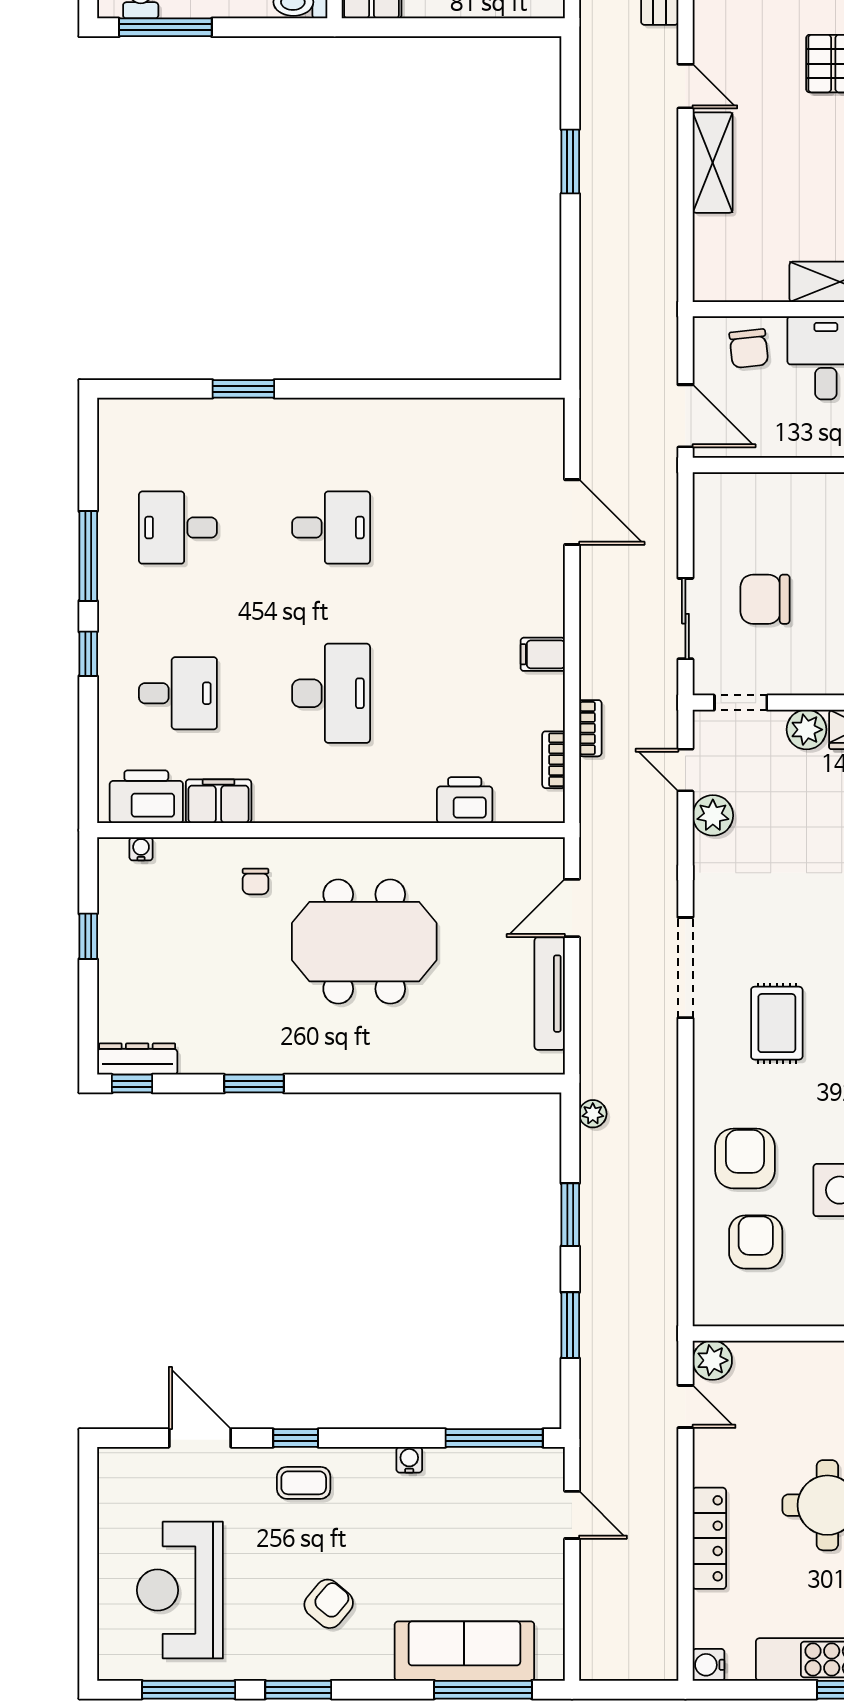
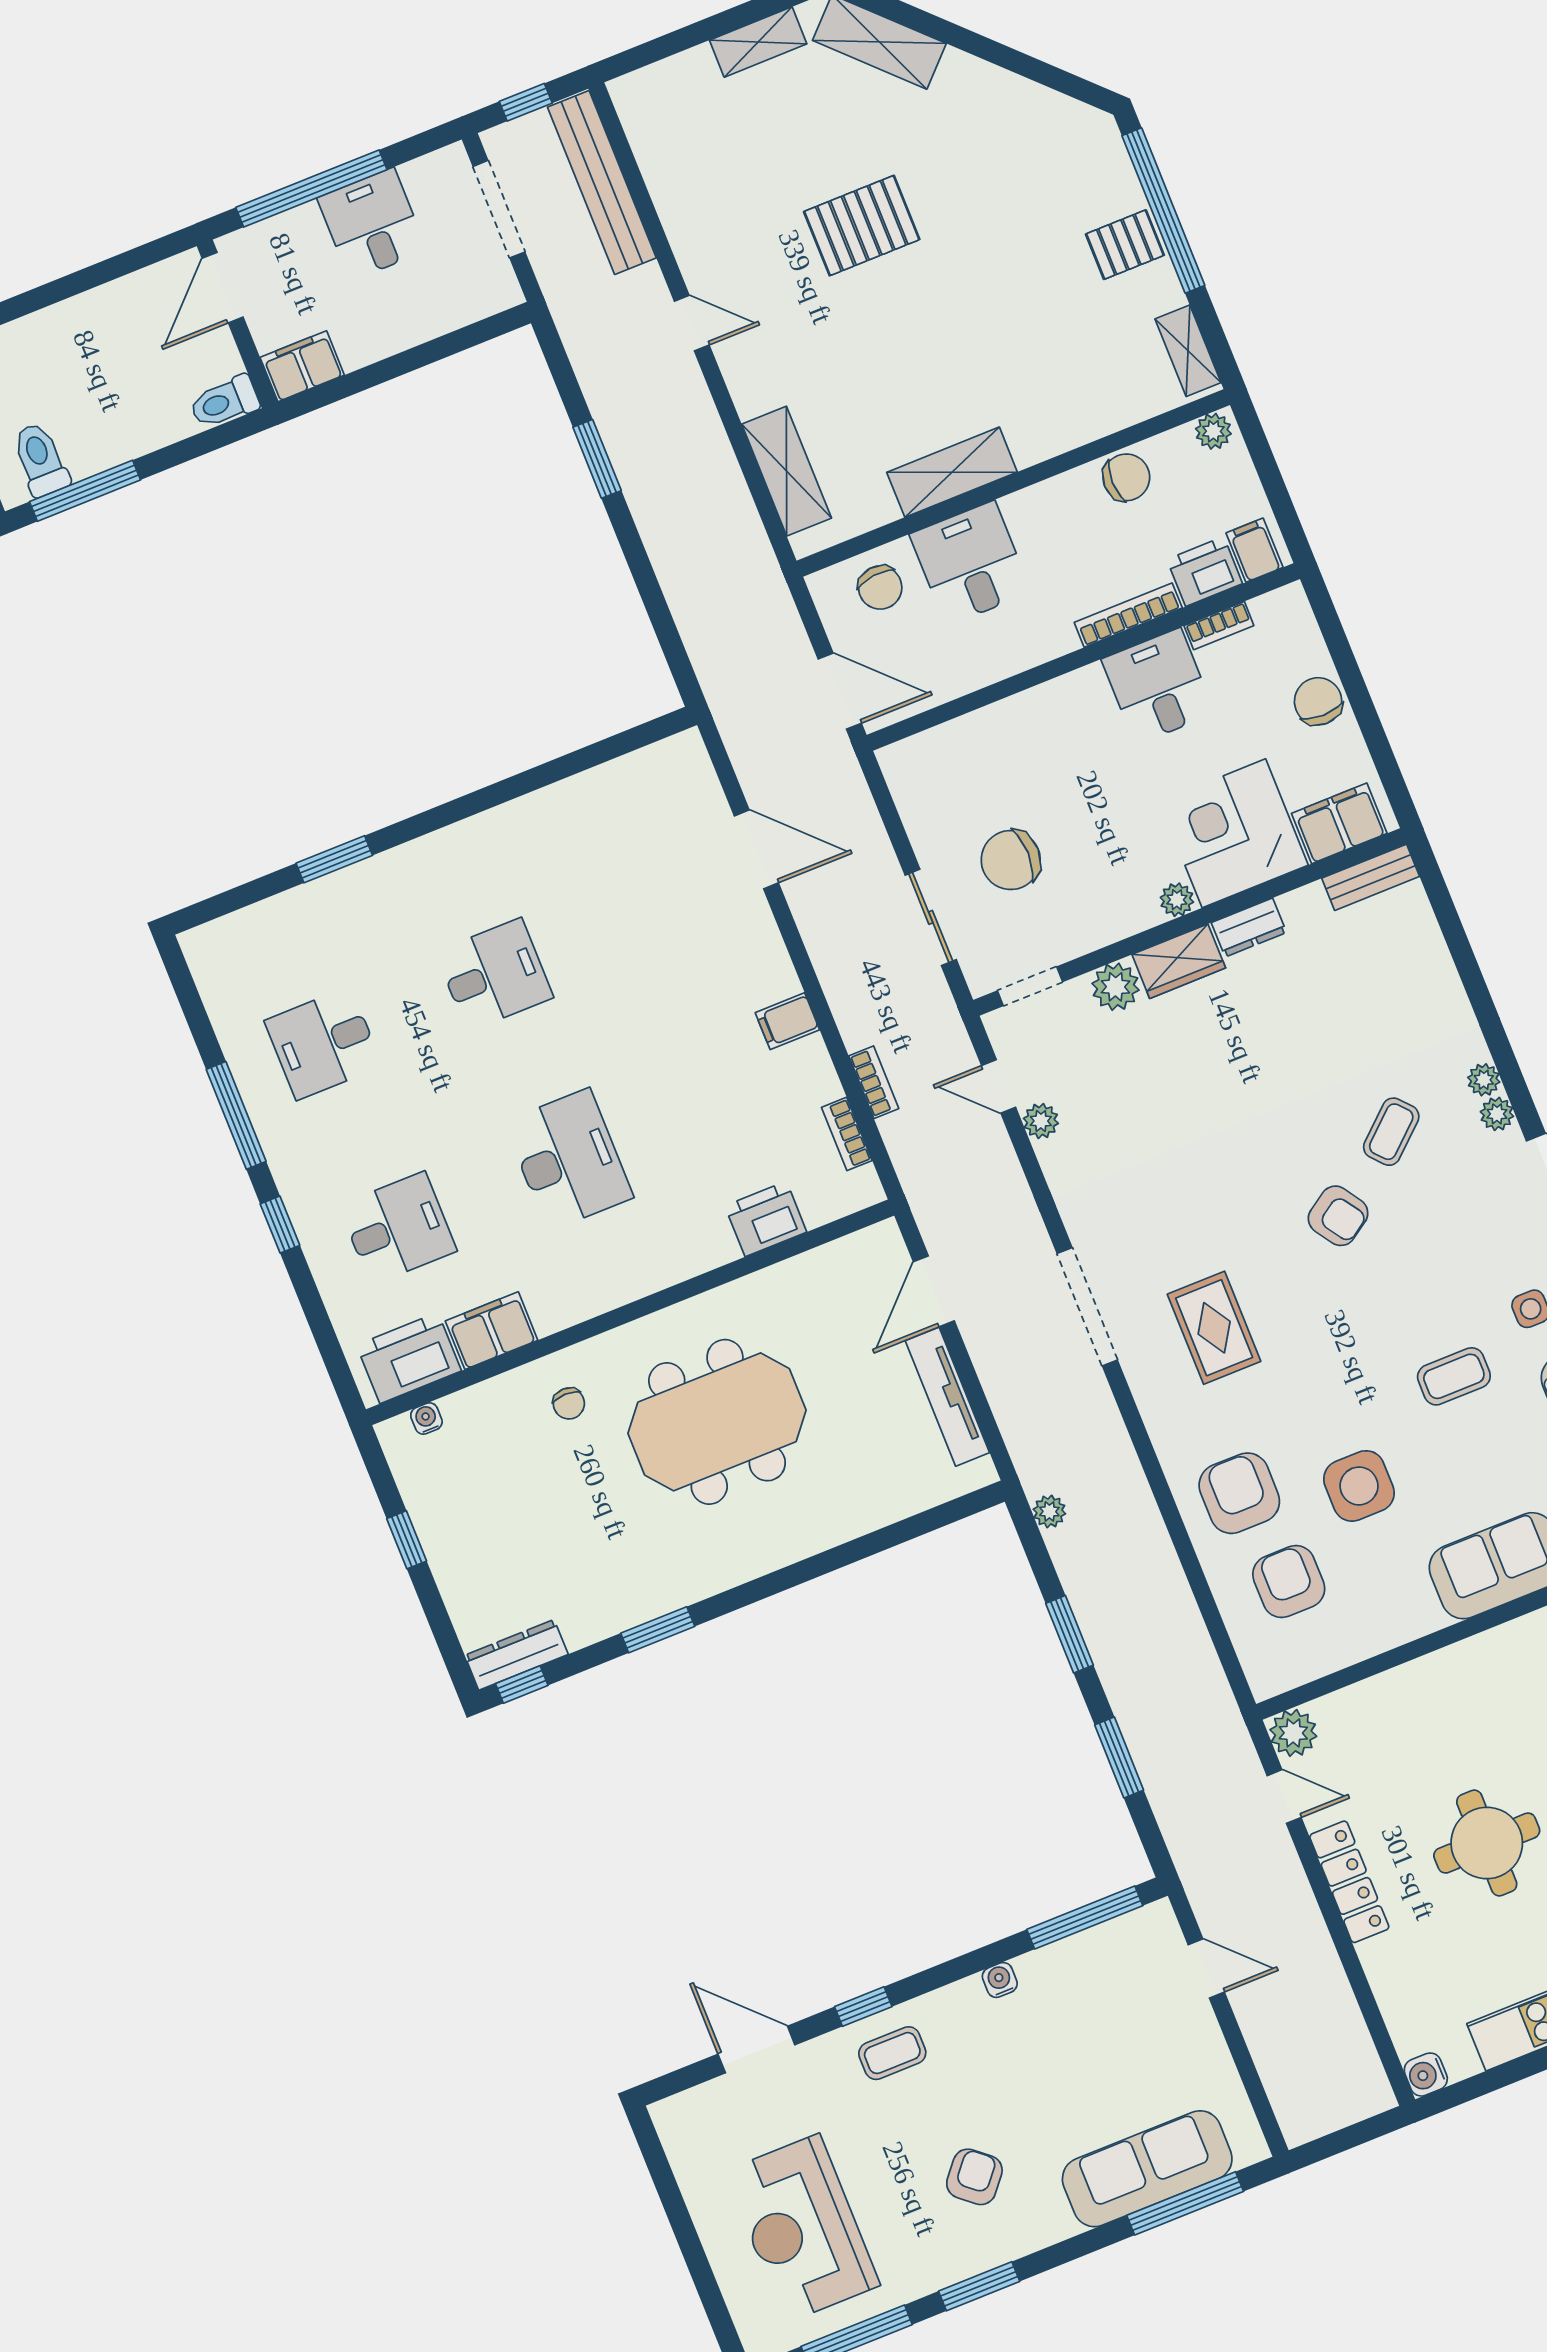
shelving: (713, 163) -> (787, 471), moved
plant: (713, 815) -> (1041, 1121), width x0.73, depth x0.73
locker: (709, 1538) -> (1349, 1882), moved

